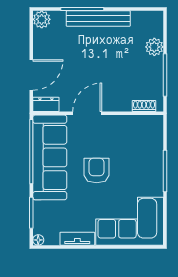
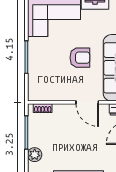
door: (87, 113) -> (87, 102), hinge flipped
armchair: (97, 170) -> (80, 58), turned -90

